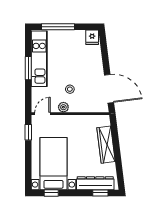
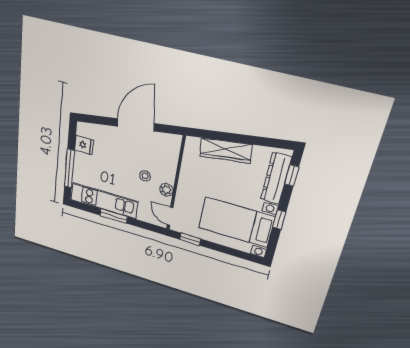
fridge: (92, 37) -> (84, 145), moved
door: (109, 89) -> (136, 125), moved
window: (51, 193) -> (279, 220), moved

